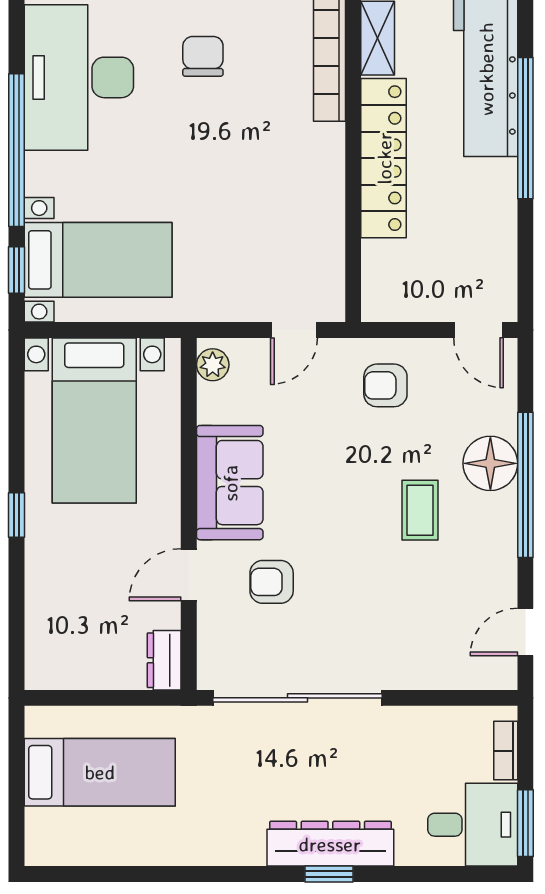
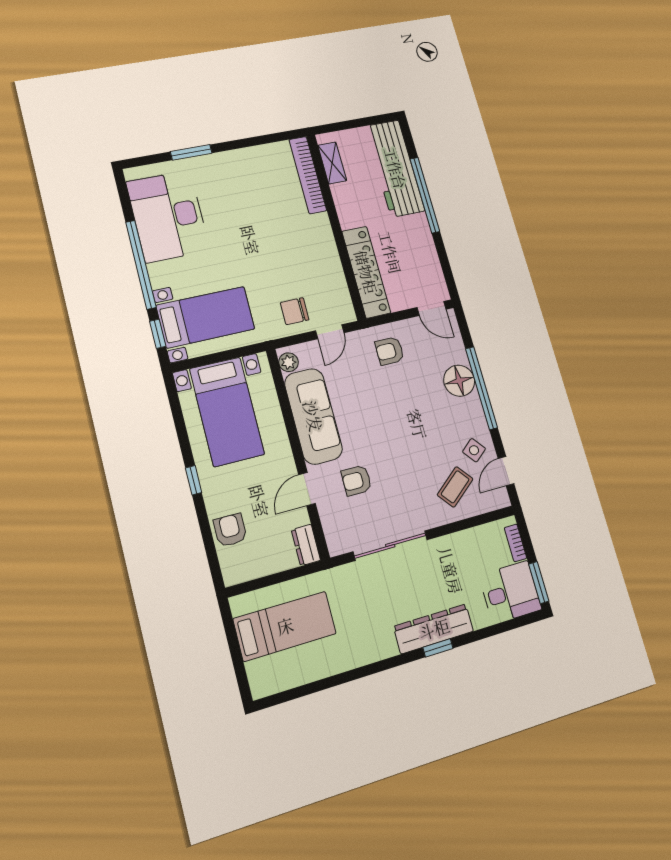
chair: (203, 56) -> (295, 311), moved, turned -90
locker: (384, 158) -> (366, 272), moved
sofa: (230, 483) -> (313, 416), width x1.36
coffee table: (420, 510) -> (455, 487), moved, turned 51
side table: (481, 584) -> (474, 450), added
armchair: (54, 606) -> (230, 530), added
sliding door: (297, 698) -> (390, 546), width x0.73

